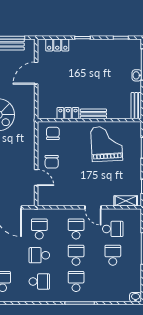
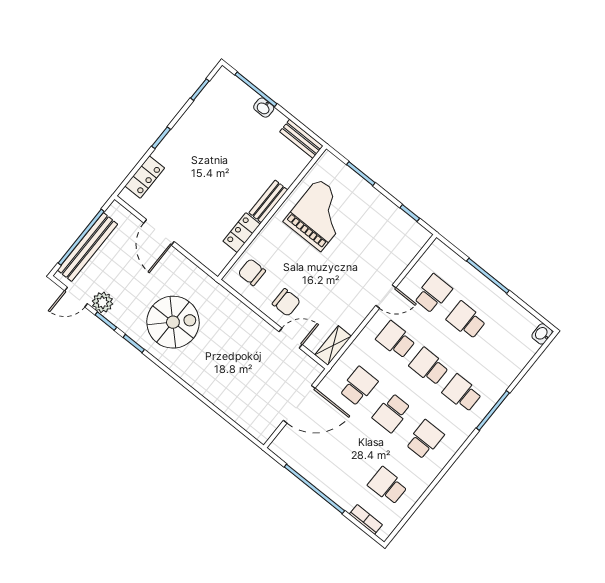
grand piano: (107, 144) -> (319, 215), turned 93
shelving: (126, 201) -> (333, 345), moved
school desk: (39, 229) -> (359, 386), turned 90

